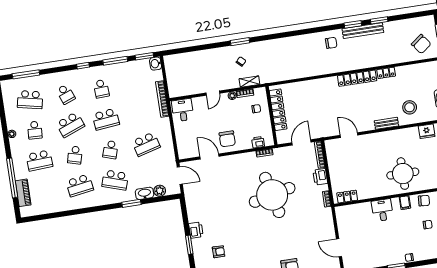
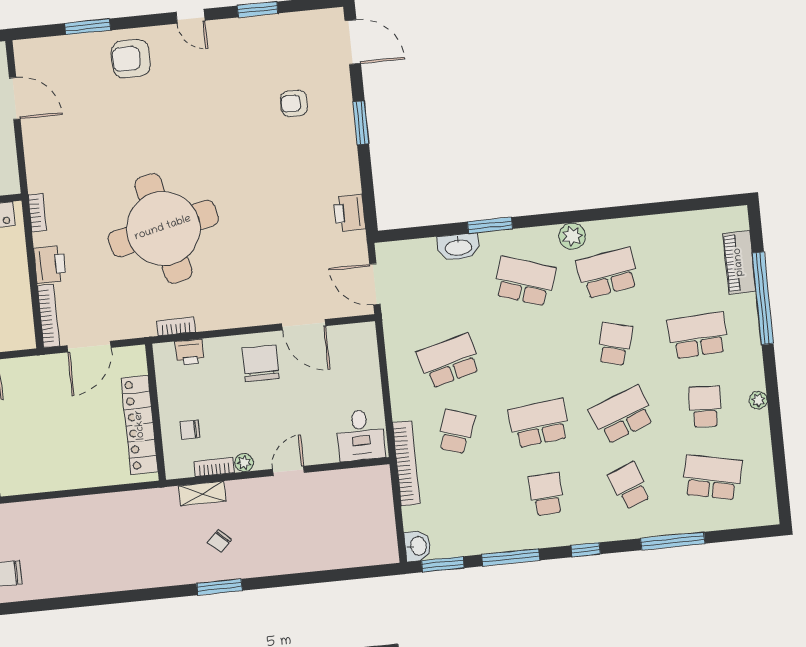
window: (26, 74) -> (673, 541), moved
school desk: (111, 150) -> (456, 432), moved
plant: (160, 191) -> (572, 236), moved
printer: (196, 230) -> (350, 213), moved

